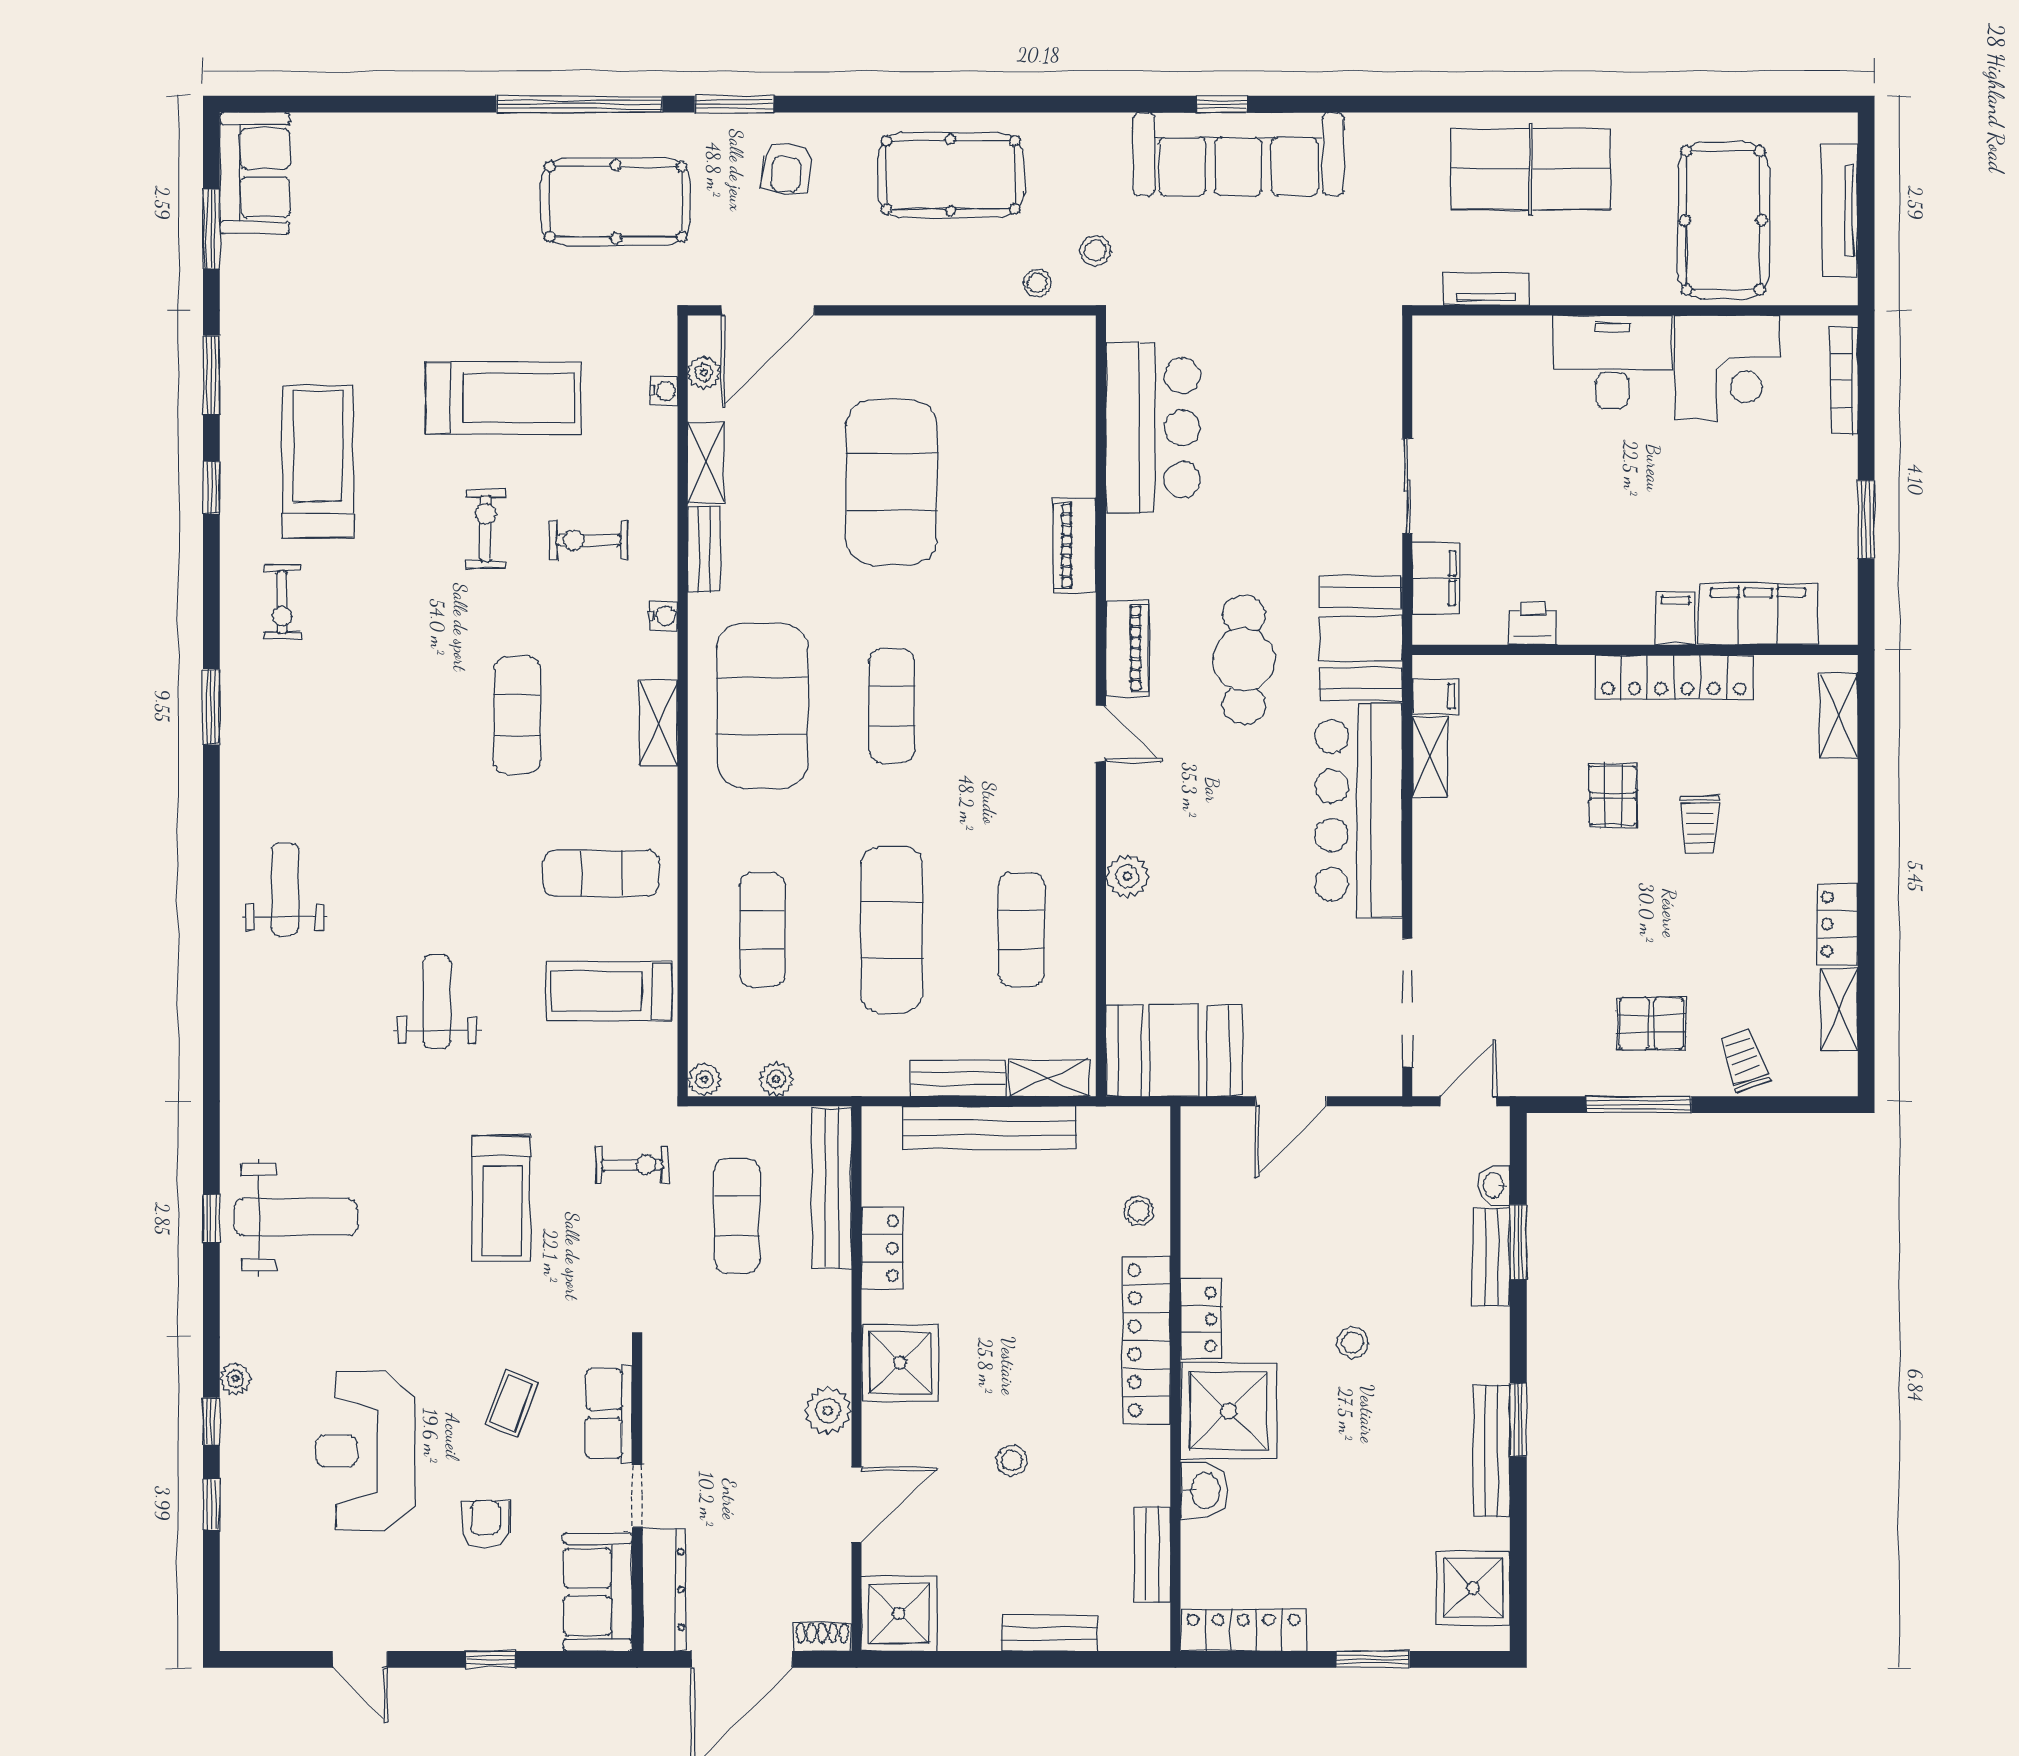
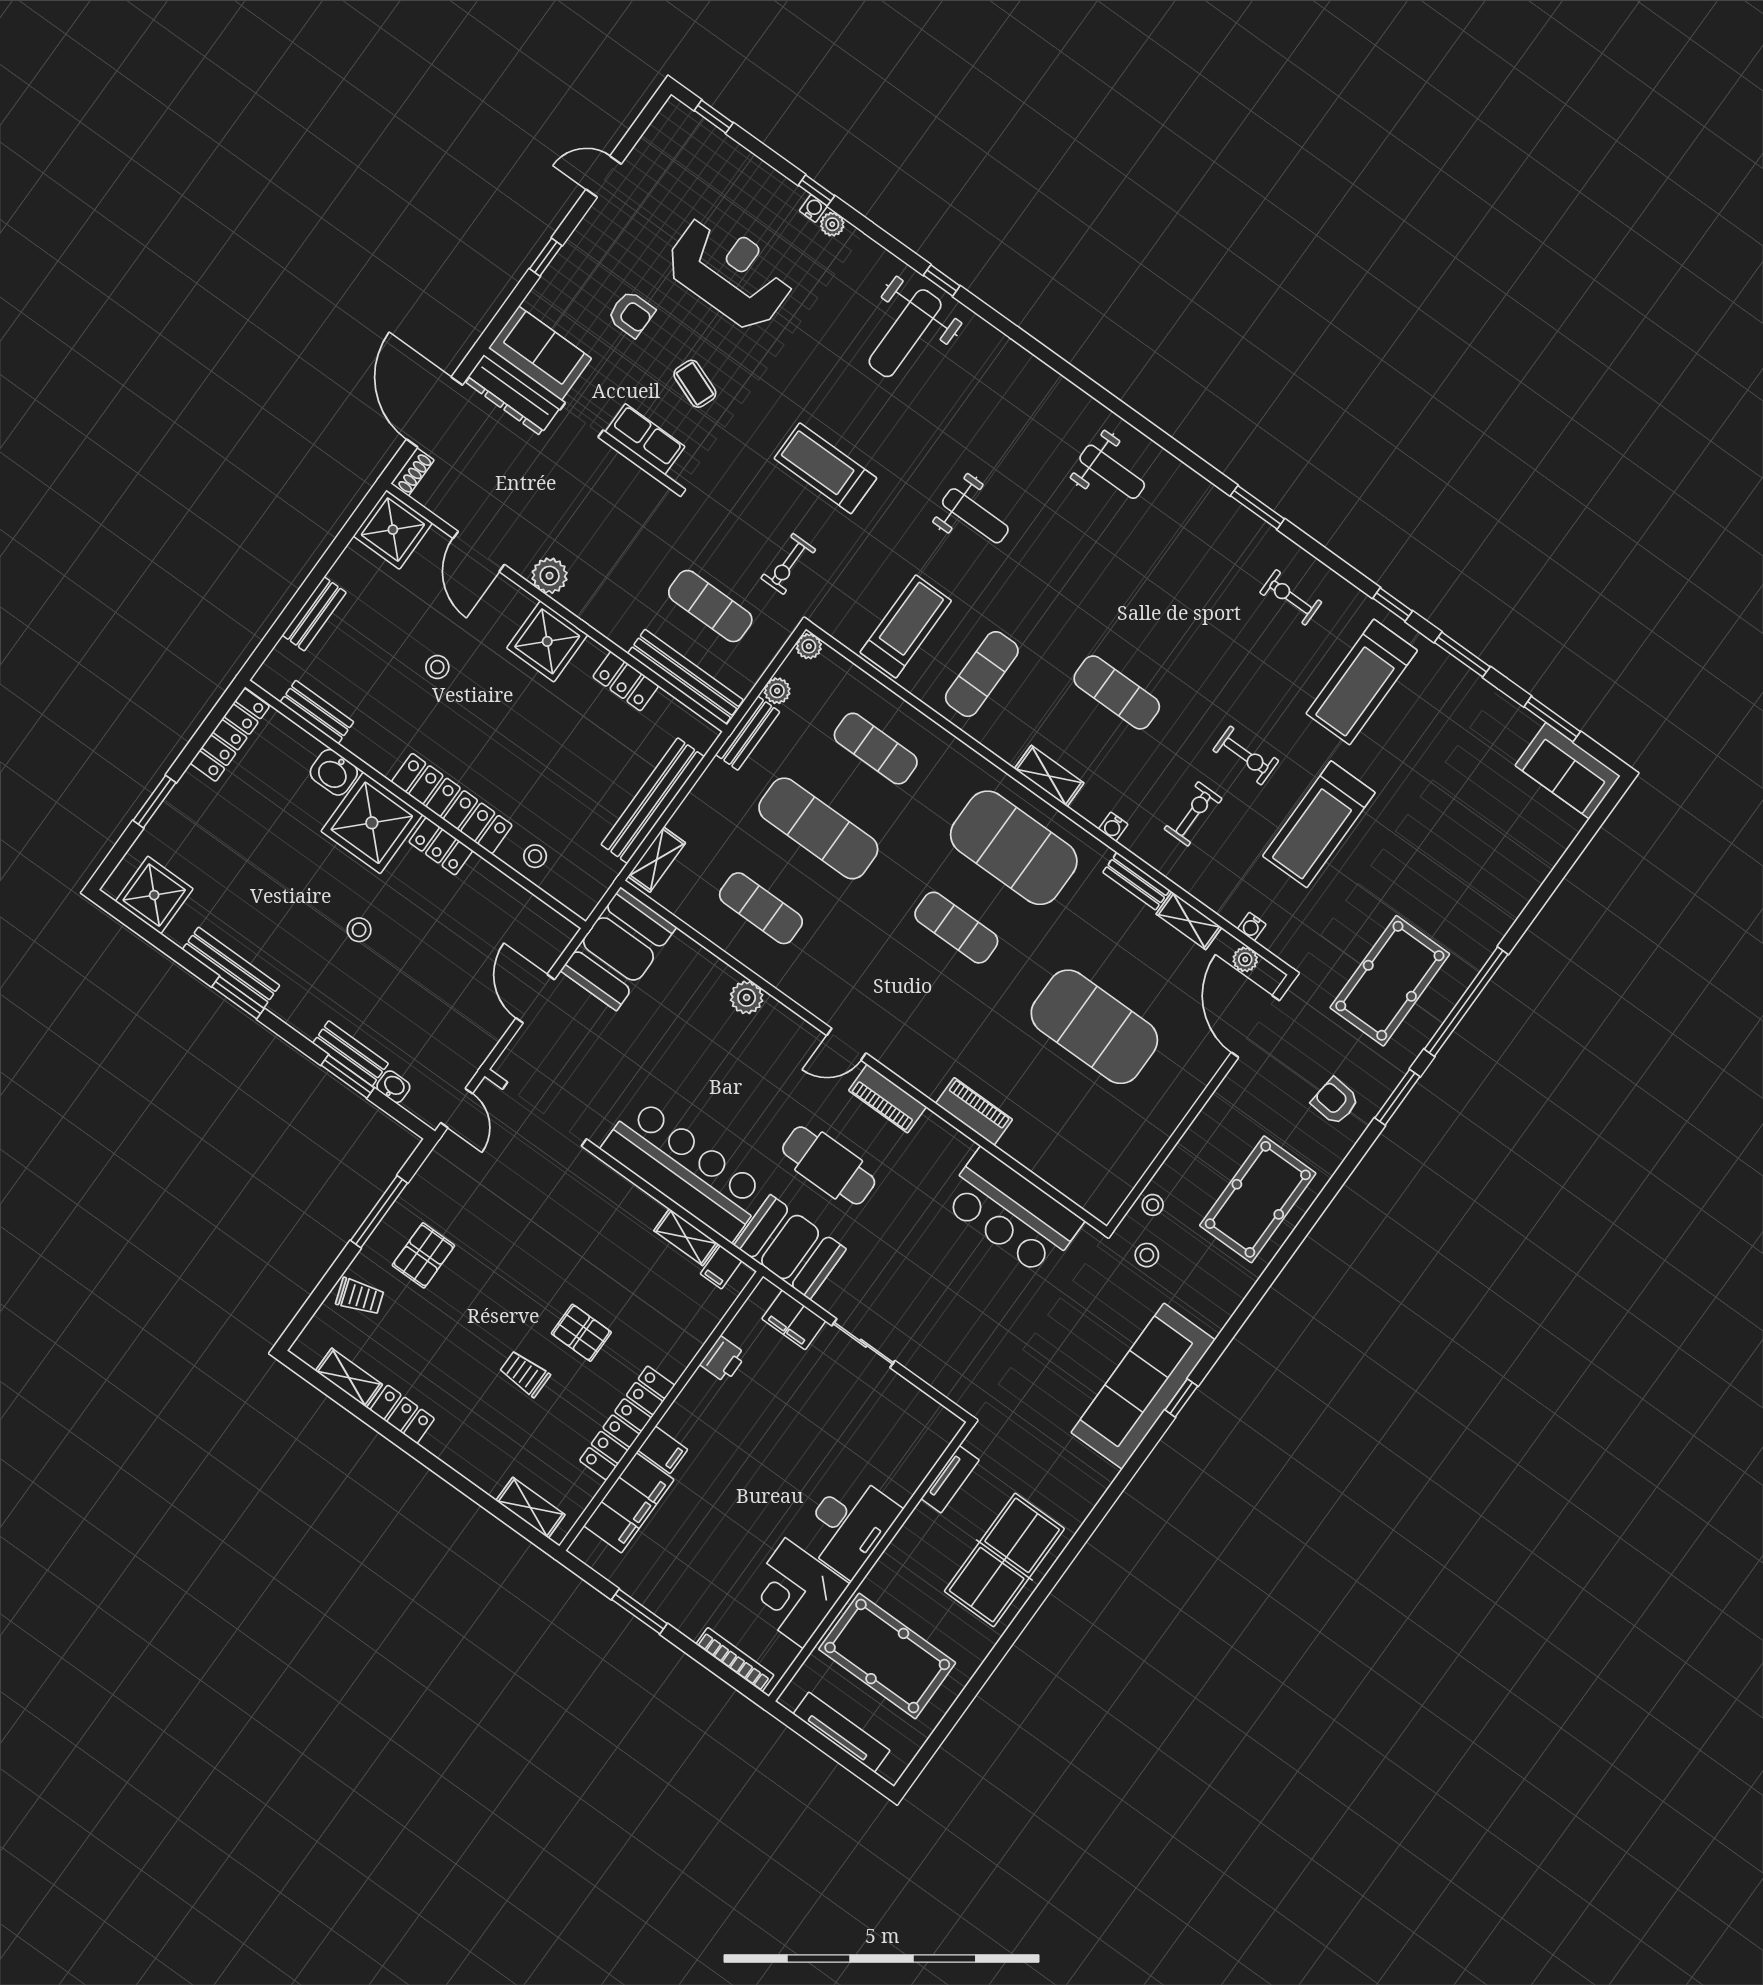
treadmill: (318, 461) -> (1362, 682), turned 90
bench: (958, 1078) -> (748, 733), moved
water cooler: (233, 1411) -> (813, 209), added
window: (211, 1504) -> (714, 117), moved

